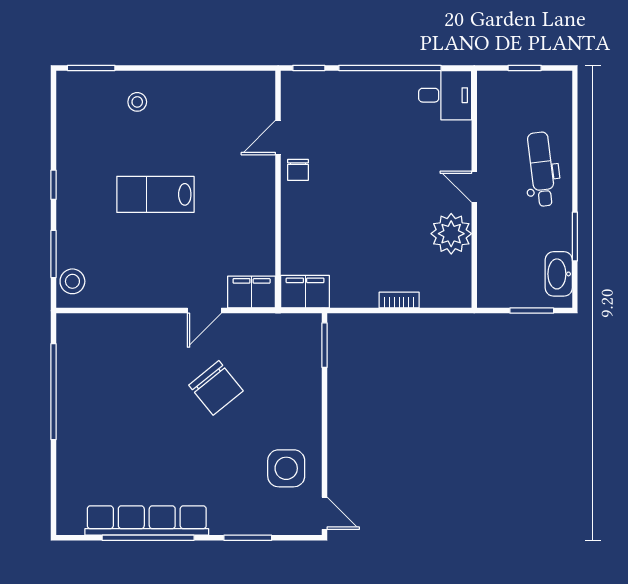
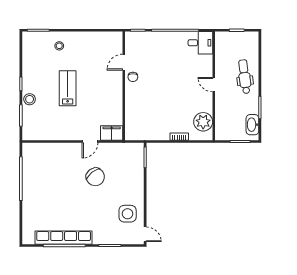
lab bench: (155, 194) -> (68, 88), turned 90
plant: (451, 234) -> (203, 122), moved
stool: (72, 281) -> (30, 99), moved
filing cabinet: (305, 292) -> (136, 133), removed

